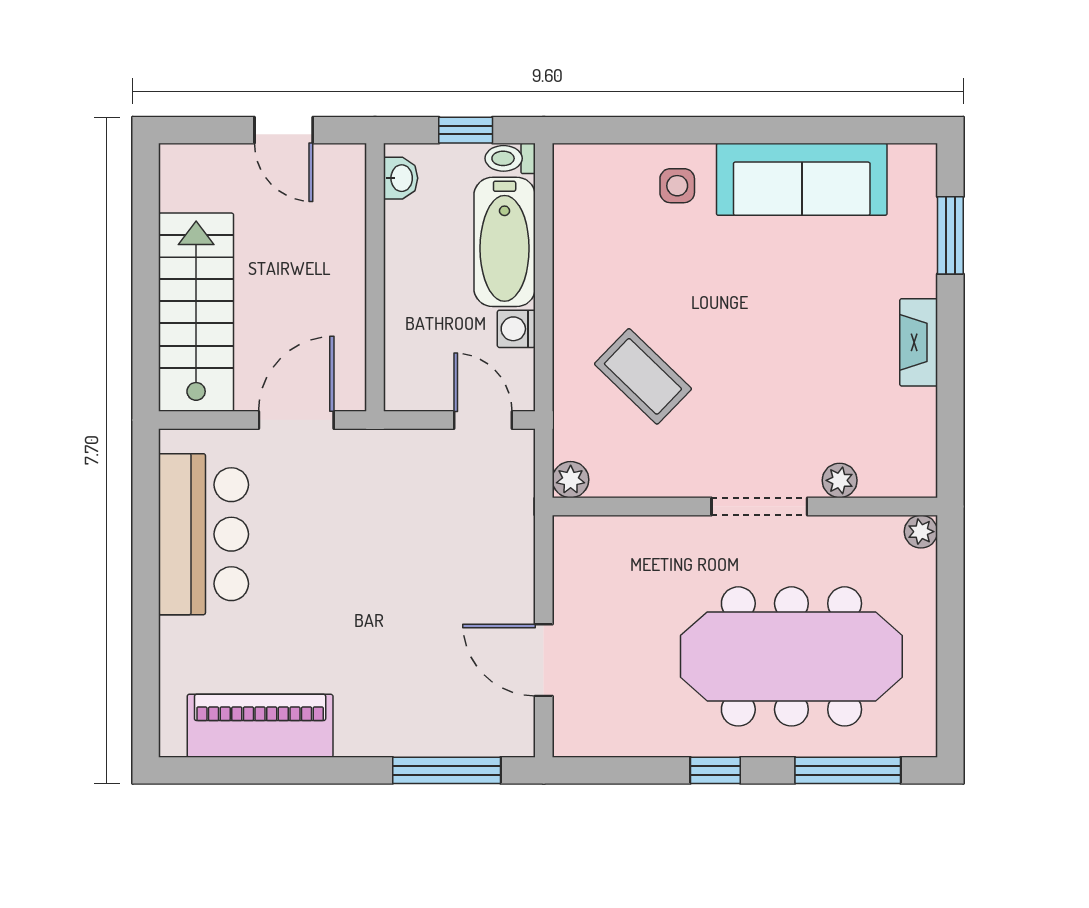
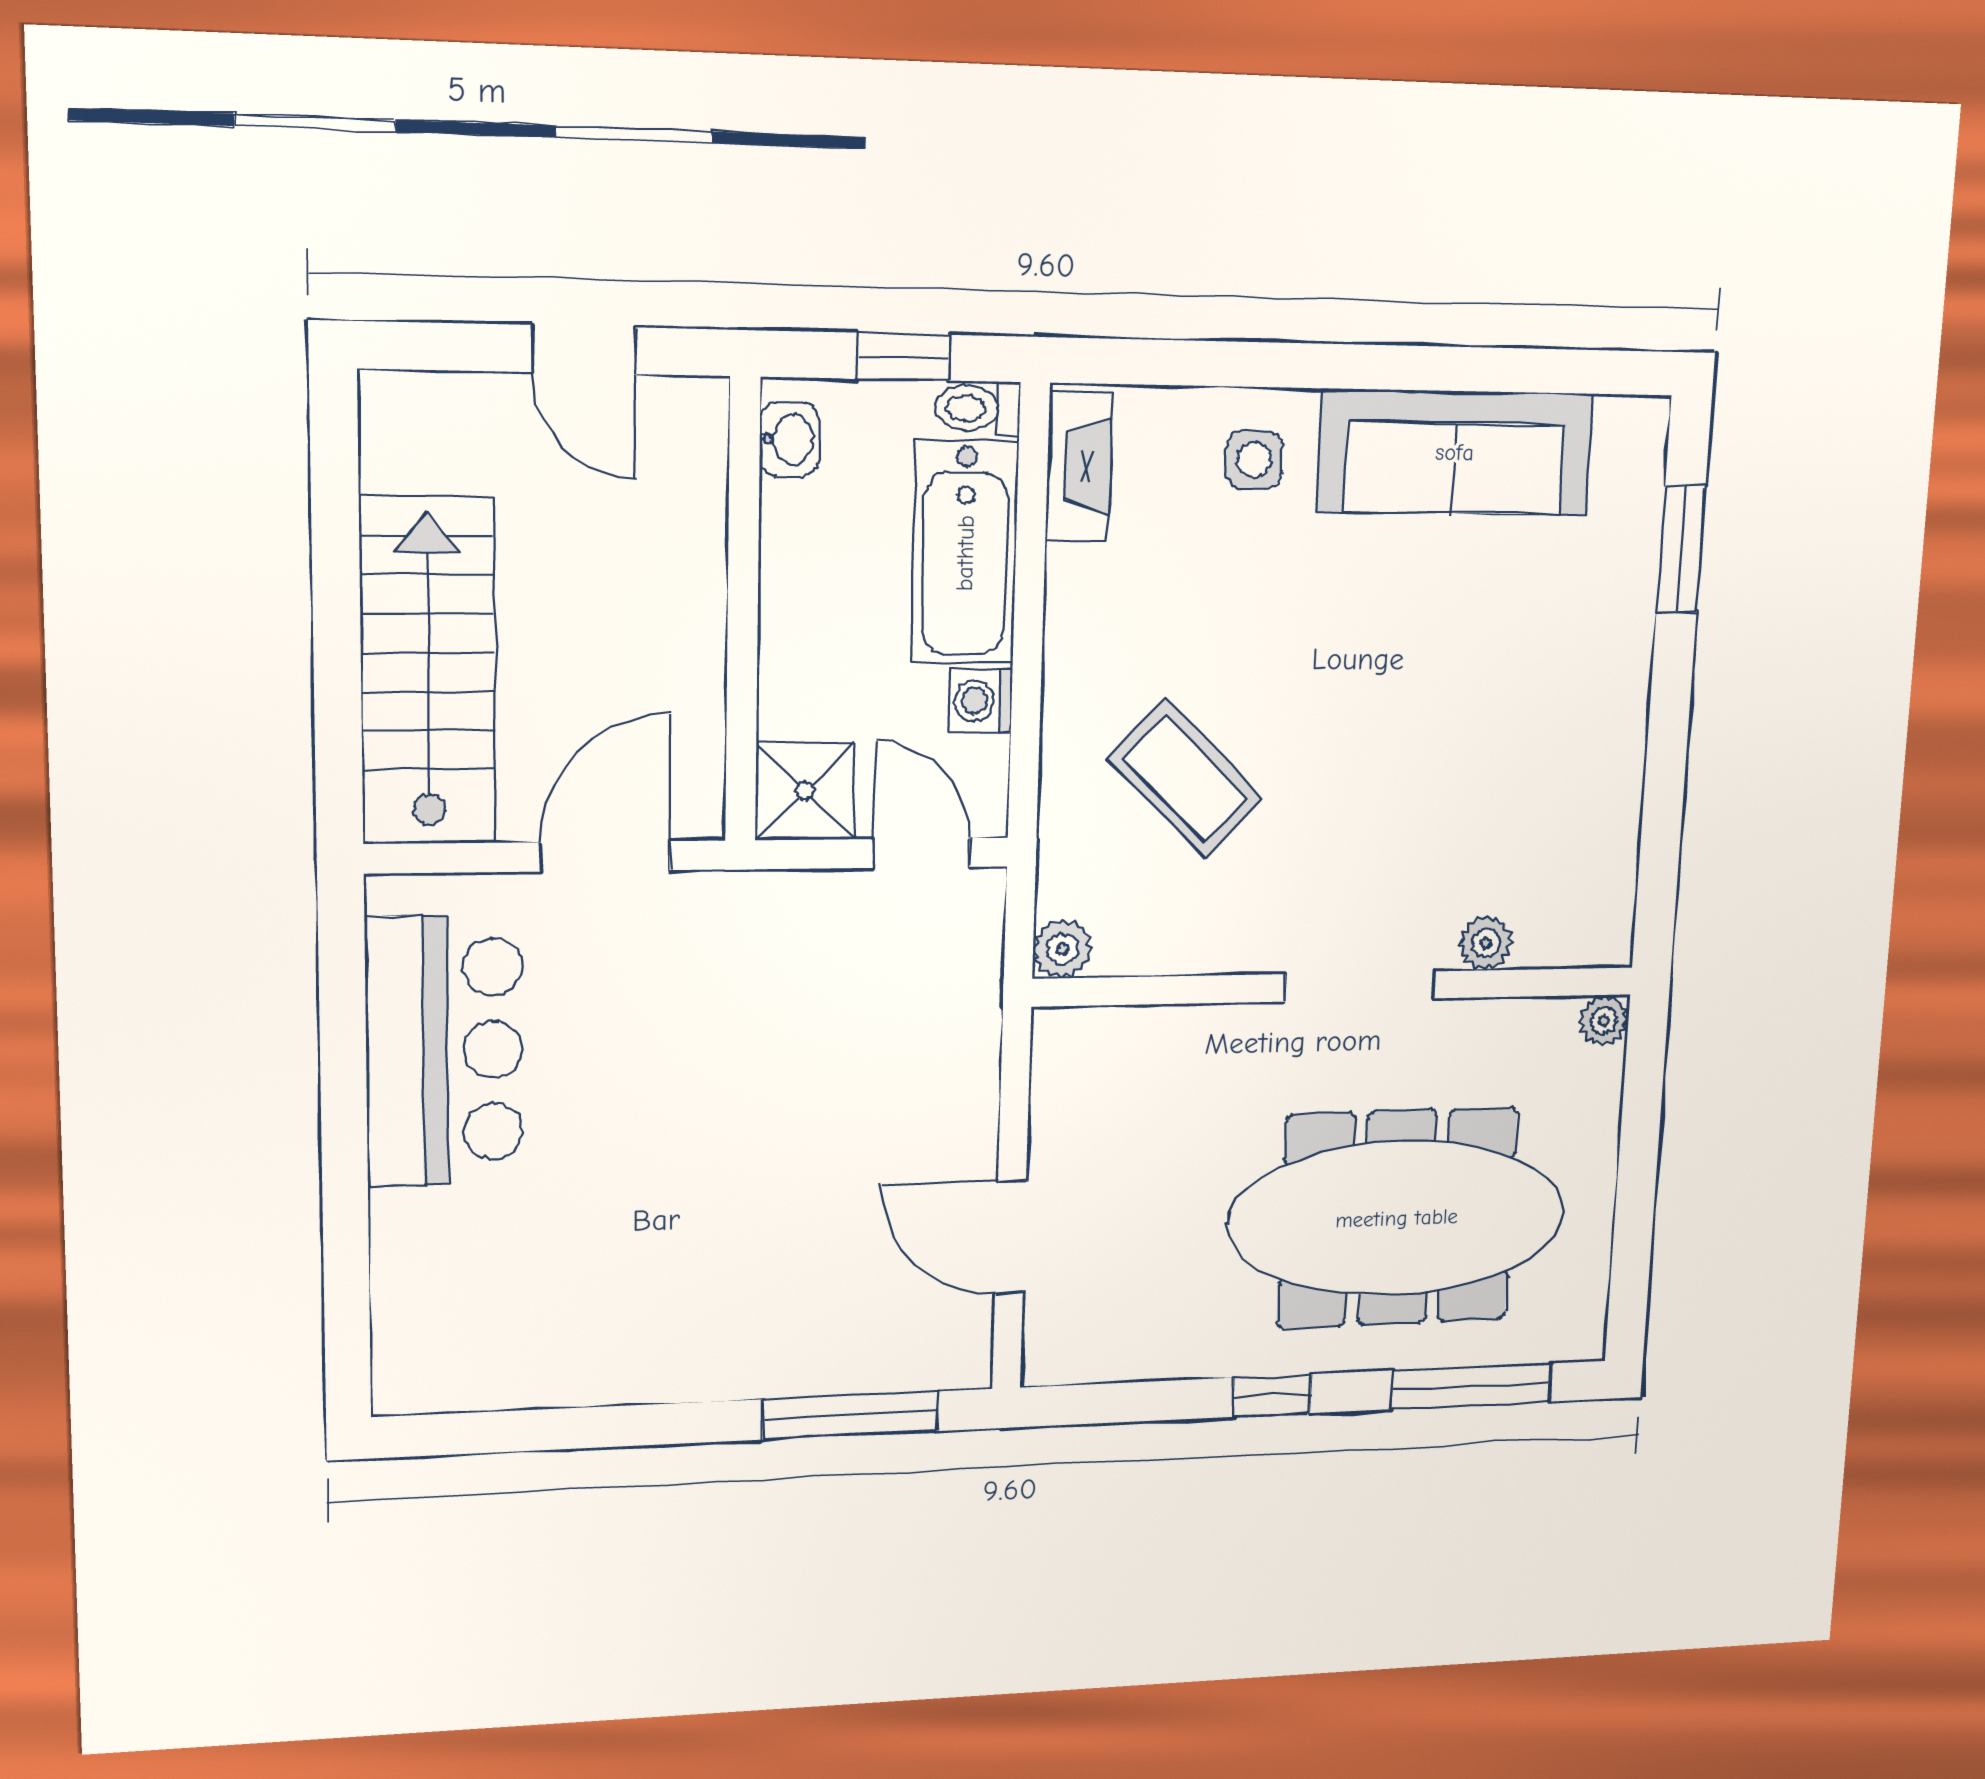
fireplace: (919, 342) -> (1079, 466), moved, turned 180
shower: (413, 382) -> (805, 791), added
piano: (260, 726) -> (543, 1359), removed

